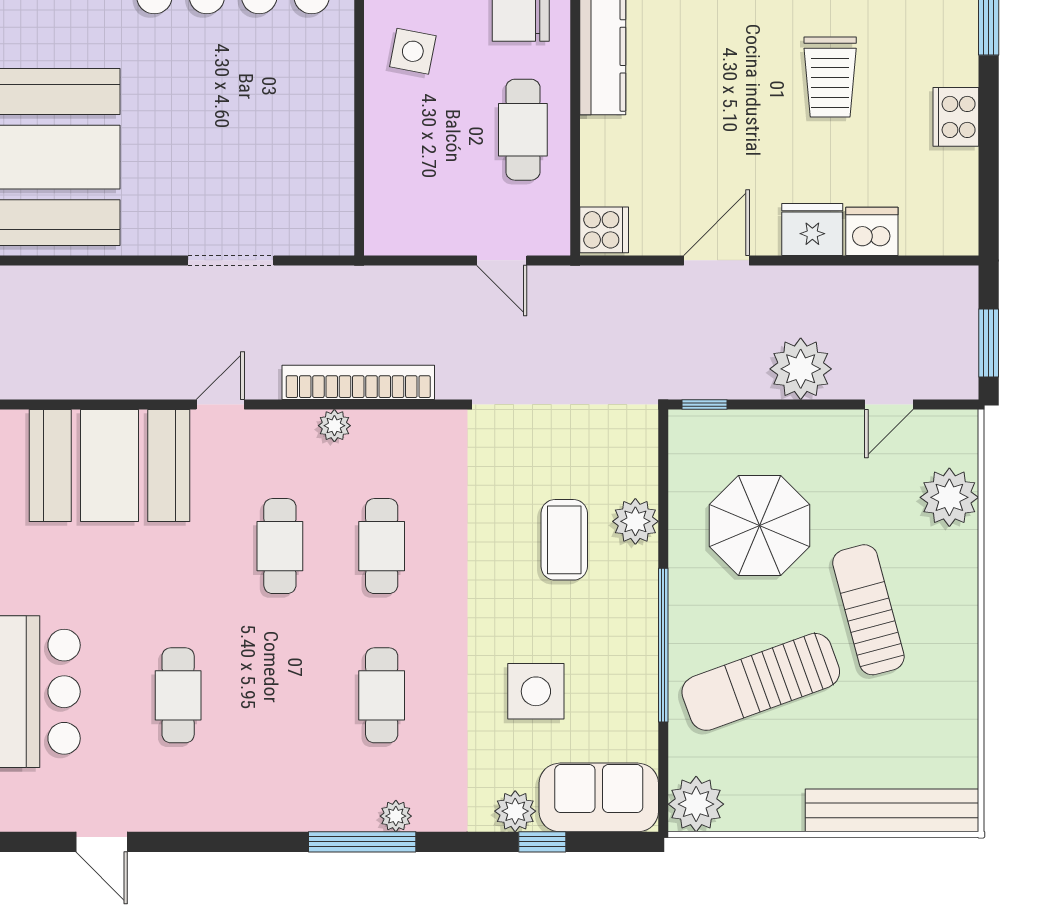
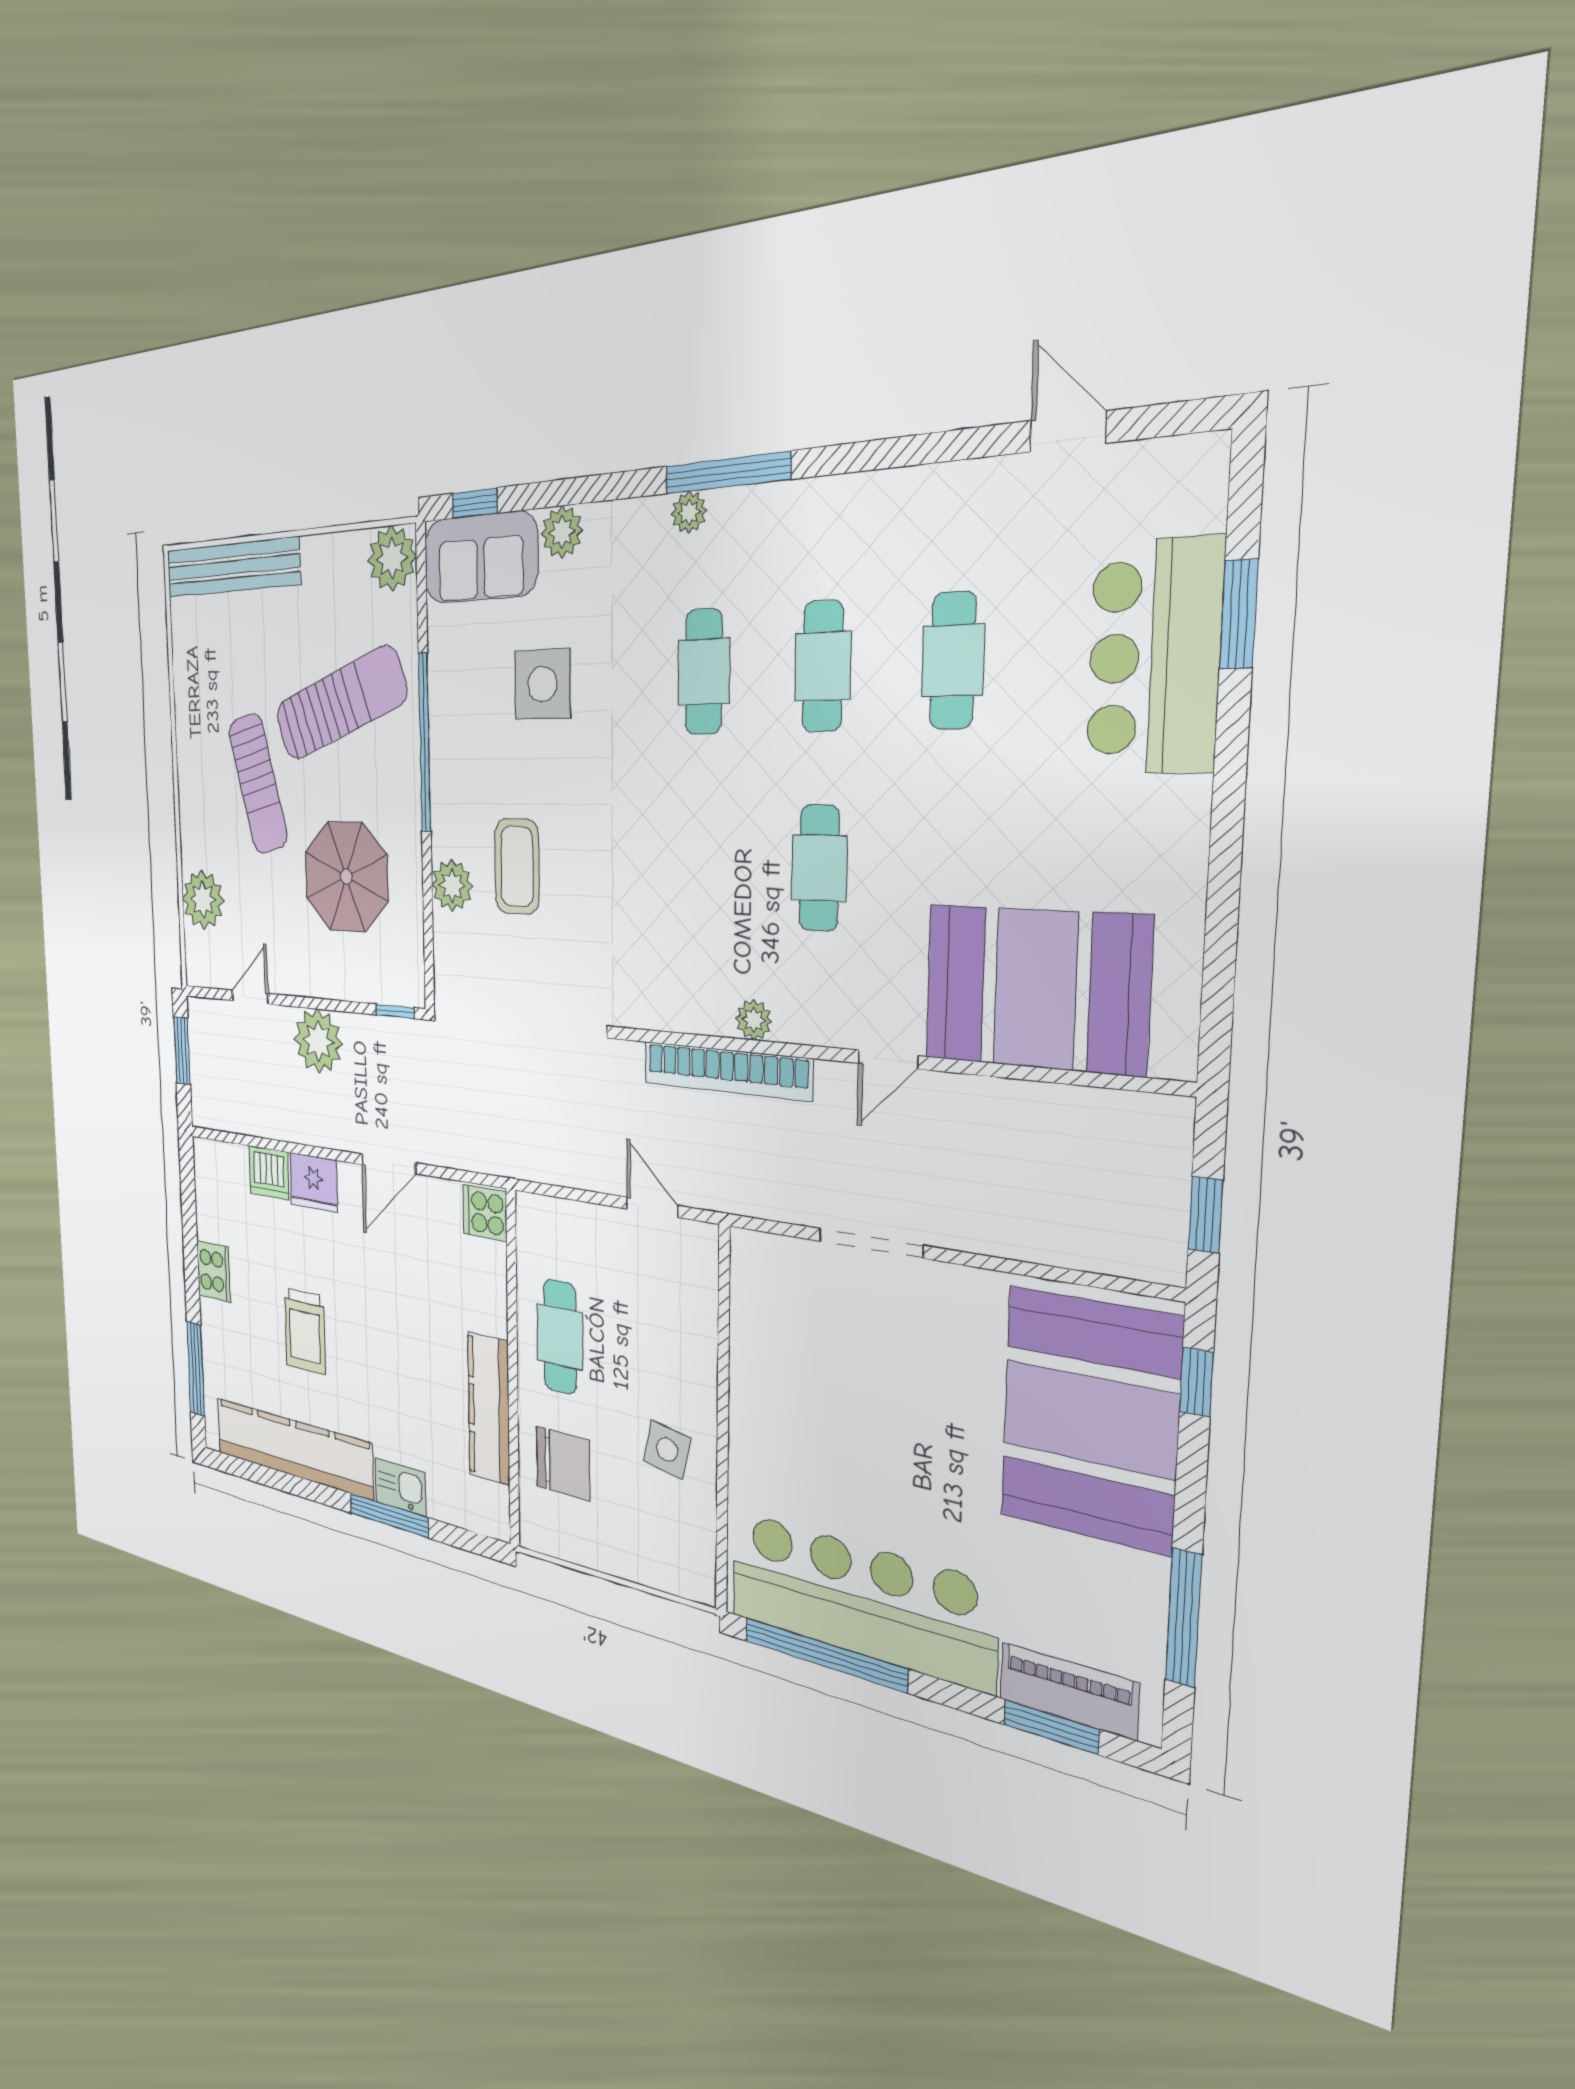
trolley: (830, 77) -> (305, 1331), turned 180
door: (502, 260) -> (652, 1207), moved
cafe table: (382, 546) -> (823, 667), moved
window: (542, 842) -> (475, 503), moved

